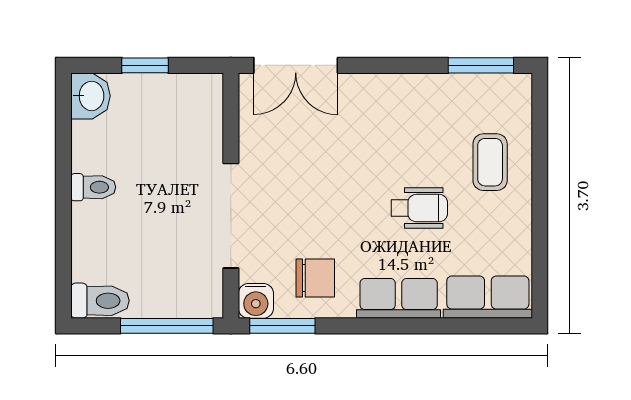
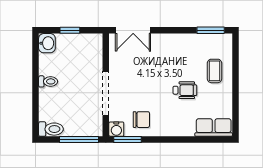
row of seats: (399, 298) -> (176, 128), removed

